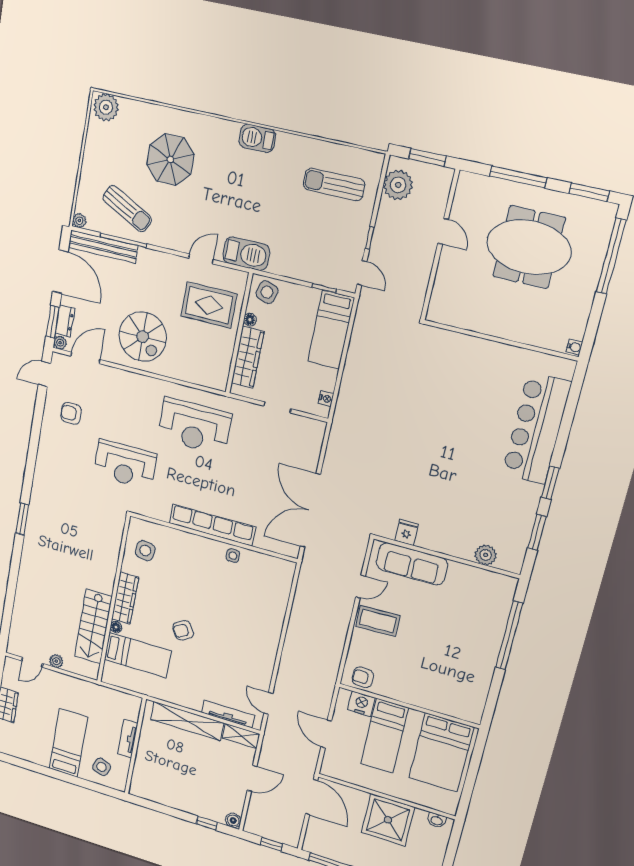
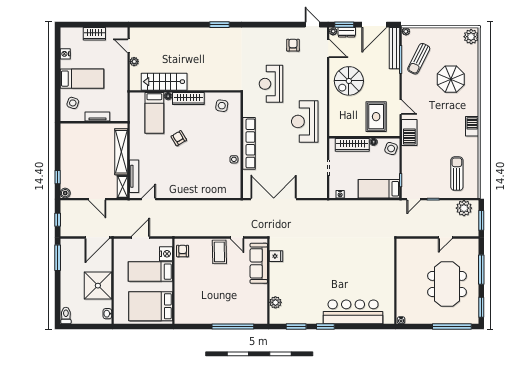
nightstand: (29, 755) -> (65, 54), added

